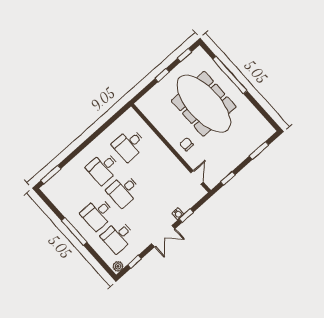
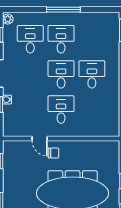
desk: (129, 145) -> (61, 110), moved
door: (197, 177) -> (40, 139), moved

